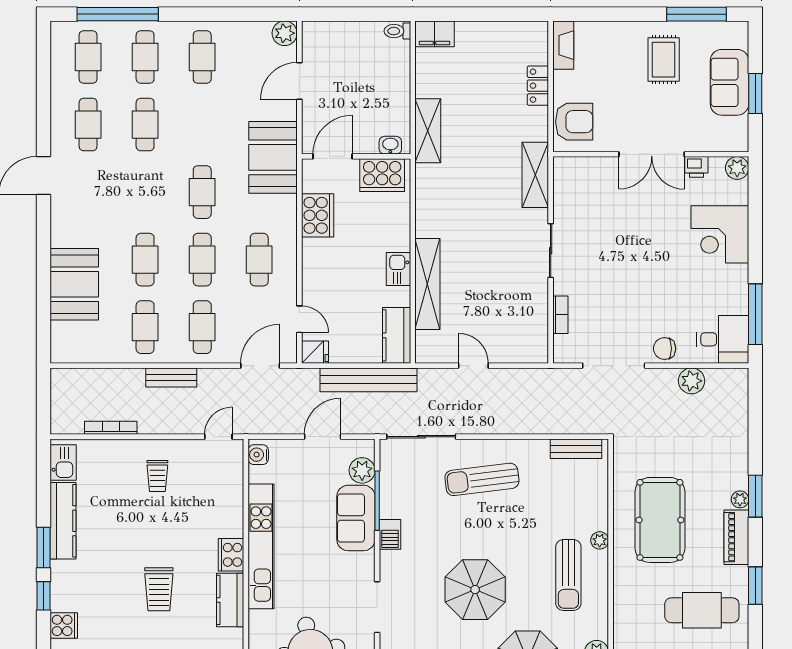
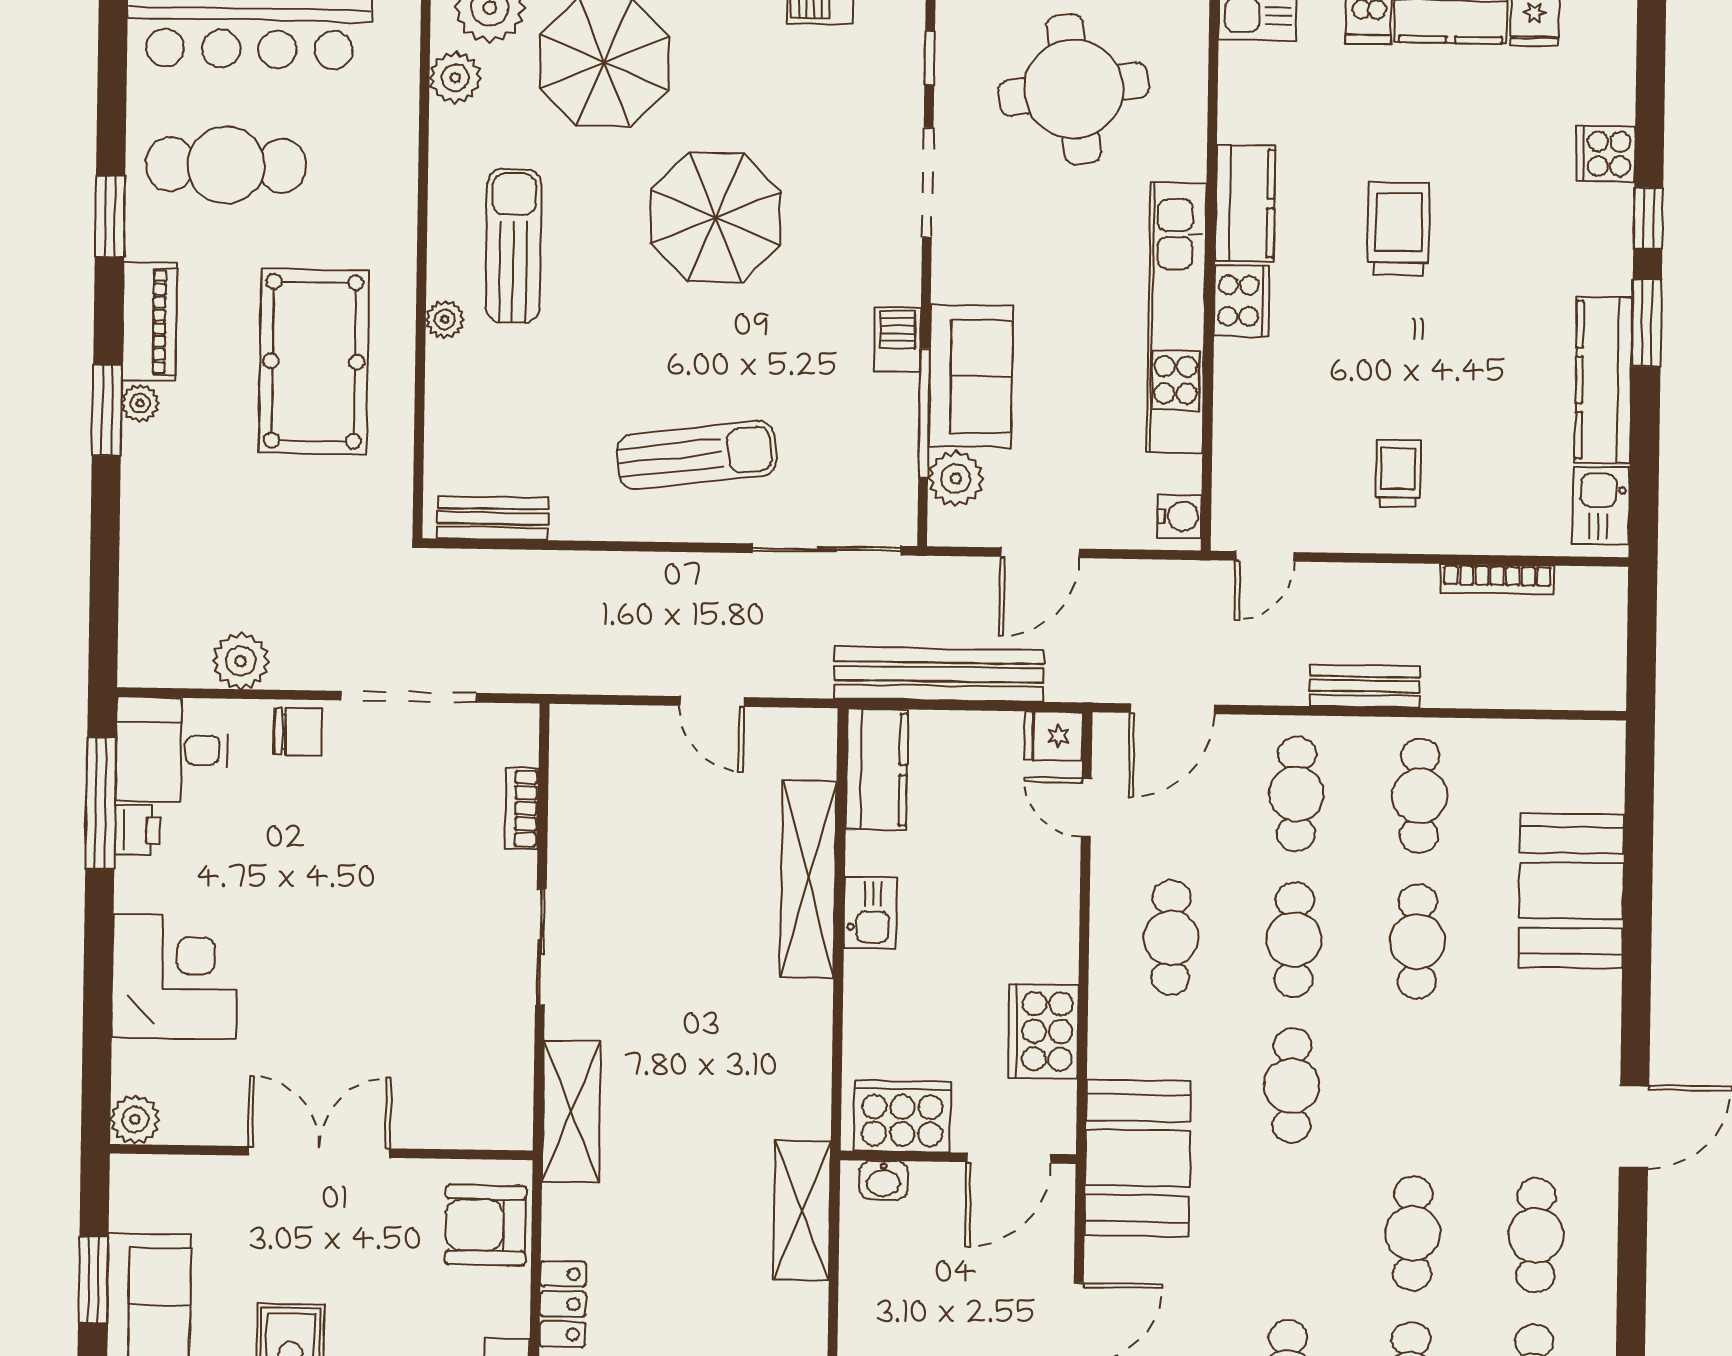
printer: (696, 167) -> (137, 830), moved, turned 90

